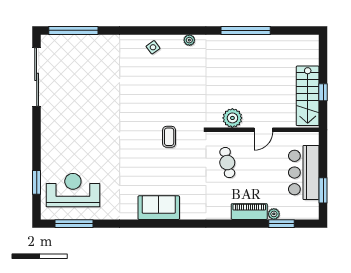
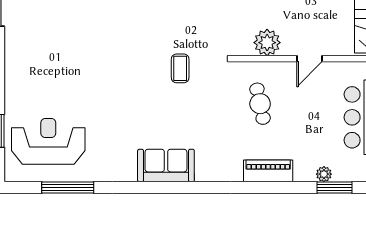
piano: (249, 212) -> (268, 171), moved
window: (74, 224) -> (68, 187), moved

